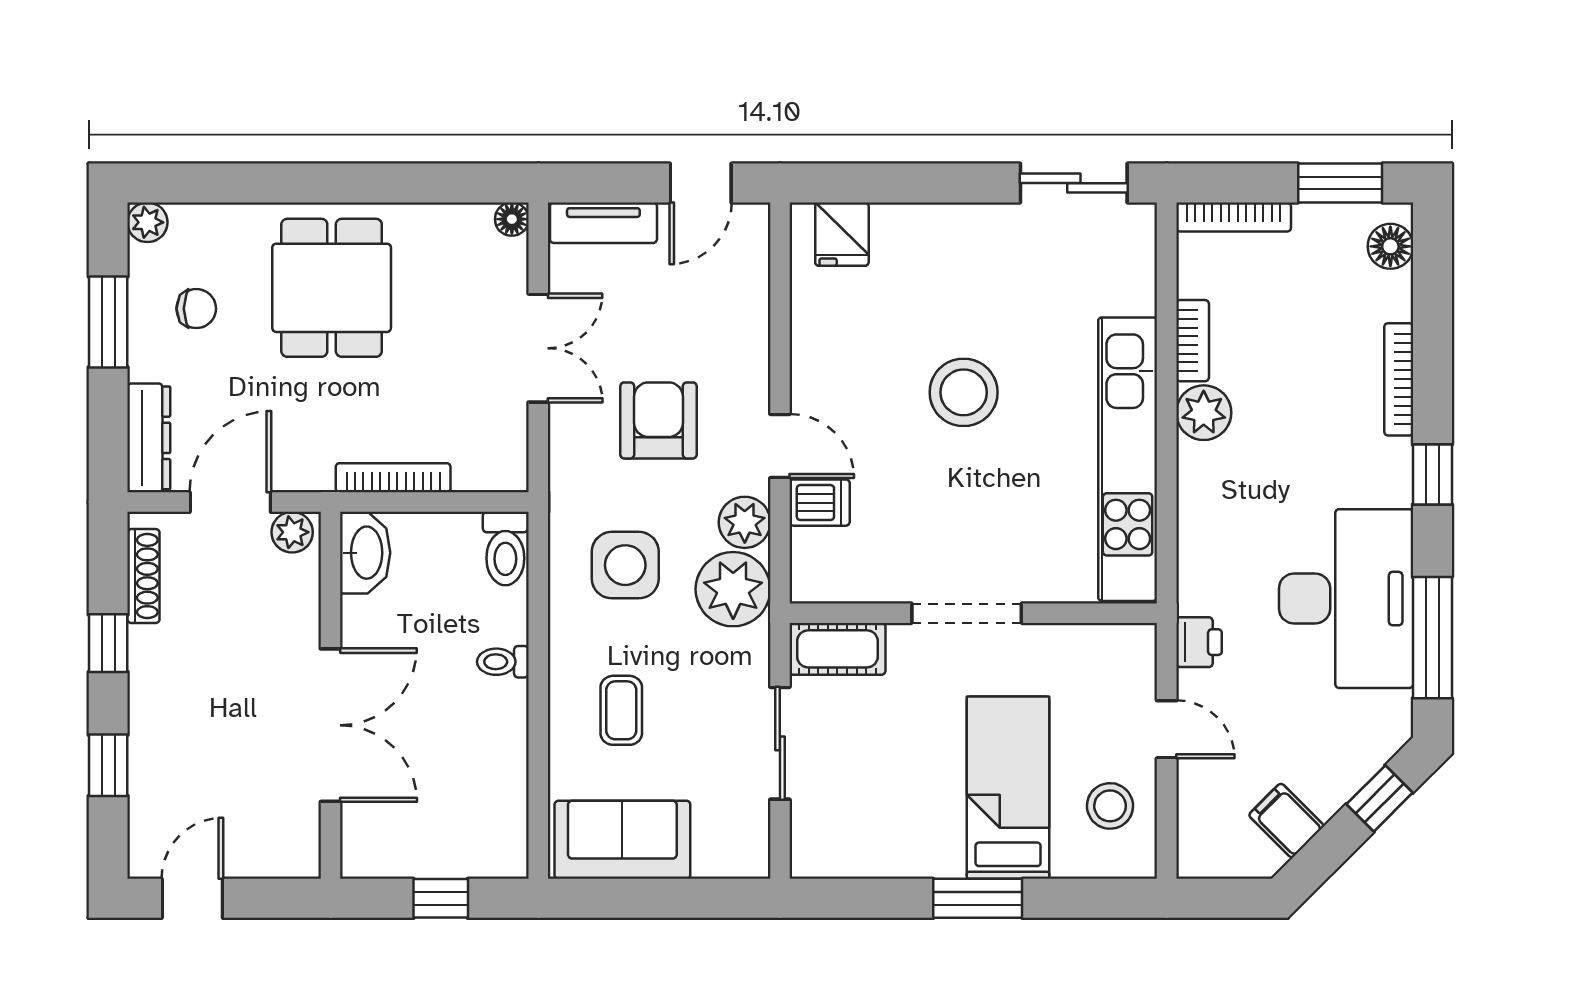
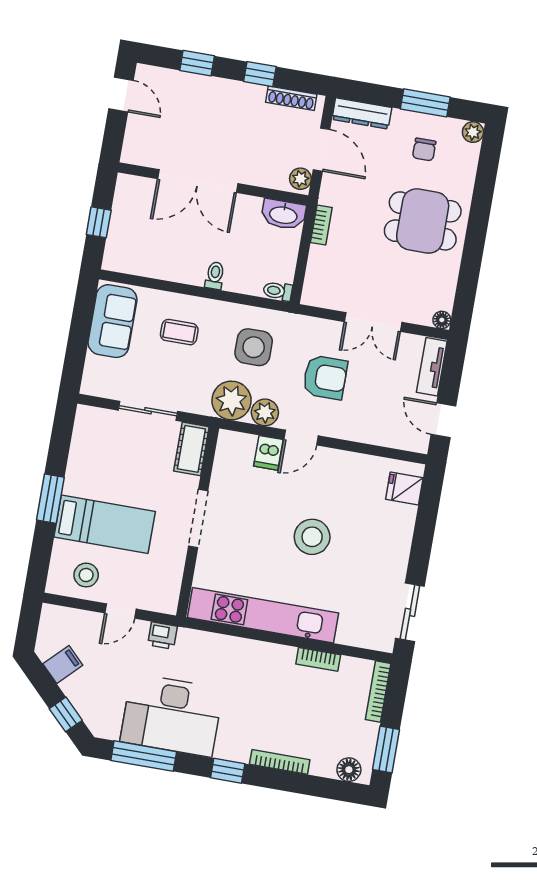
plant: (1204, 413) -> (280, 659), removed
bookcase: (393, 478) -> (321, 225), width x0.64
toilet: (505, 549) -> (278, 291), width x0.73, depth x0.72

